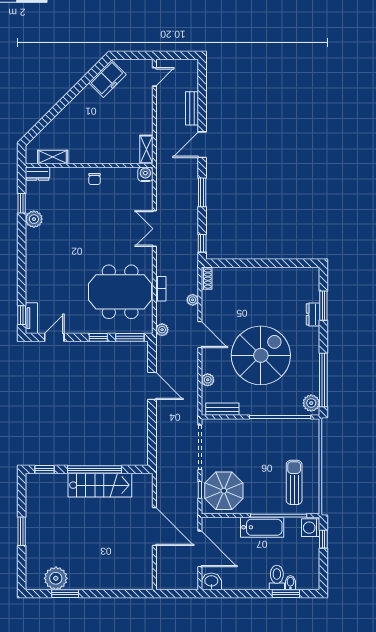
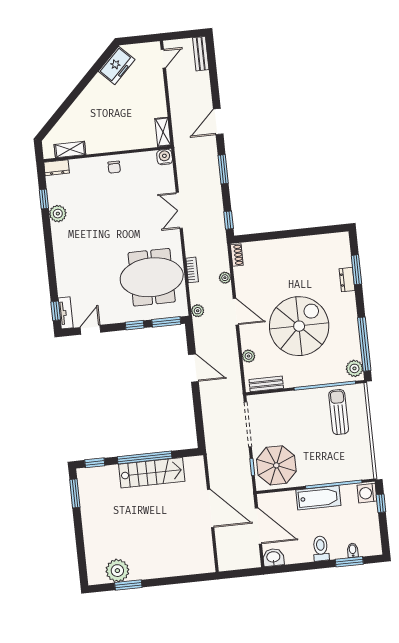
bench: (192, 108) -> (201, 54), moved
sun lounger: (294, 482) -> (339, 412), moved
window: (22, 531) -> (75, 493), moved
toilet: (277, 578) -> (321, 548), moved

